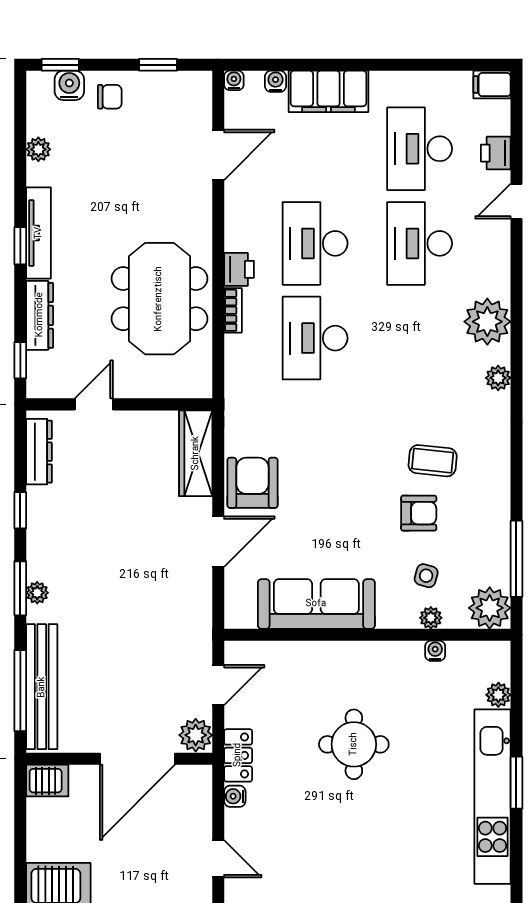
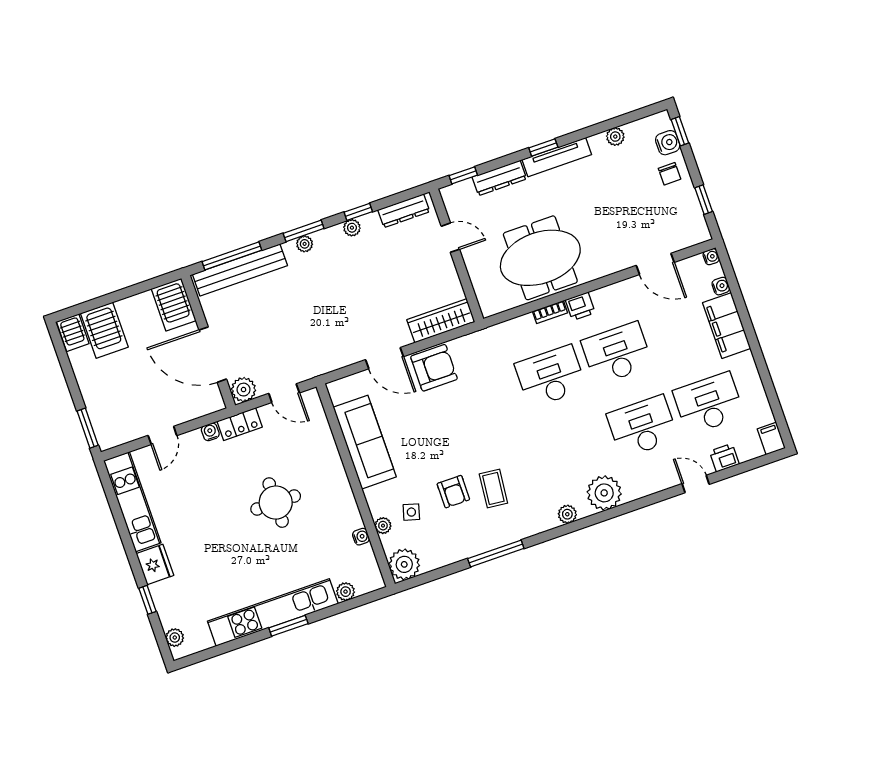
plant: (38, 525) -> (352, 228), added
window: (516, 559) -> (496, 554), moved
server rack: (47, 781) -> (174, 305), width x1.36, depth x1.44

